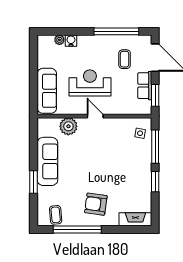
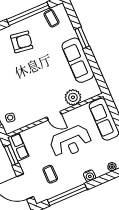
water cooler: (71, 41) -> (90, 176), moved
row of seats: (145, 86) -> (18, 147), moved

